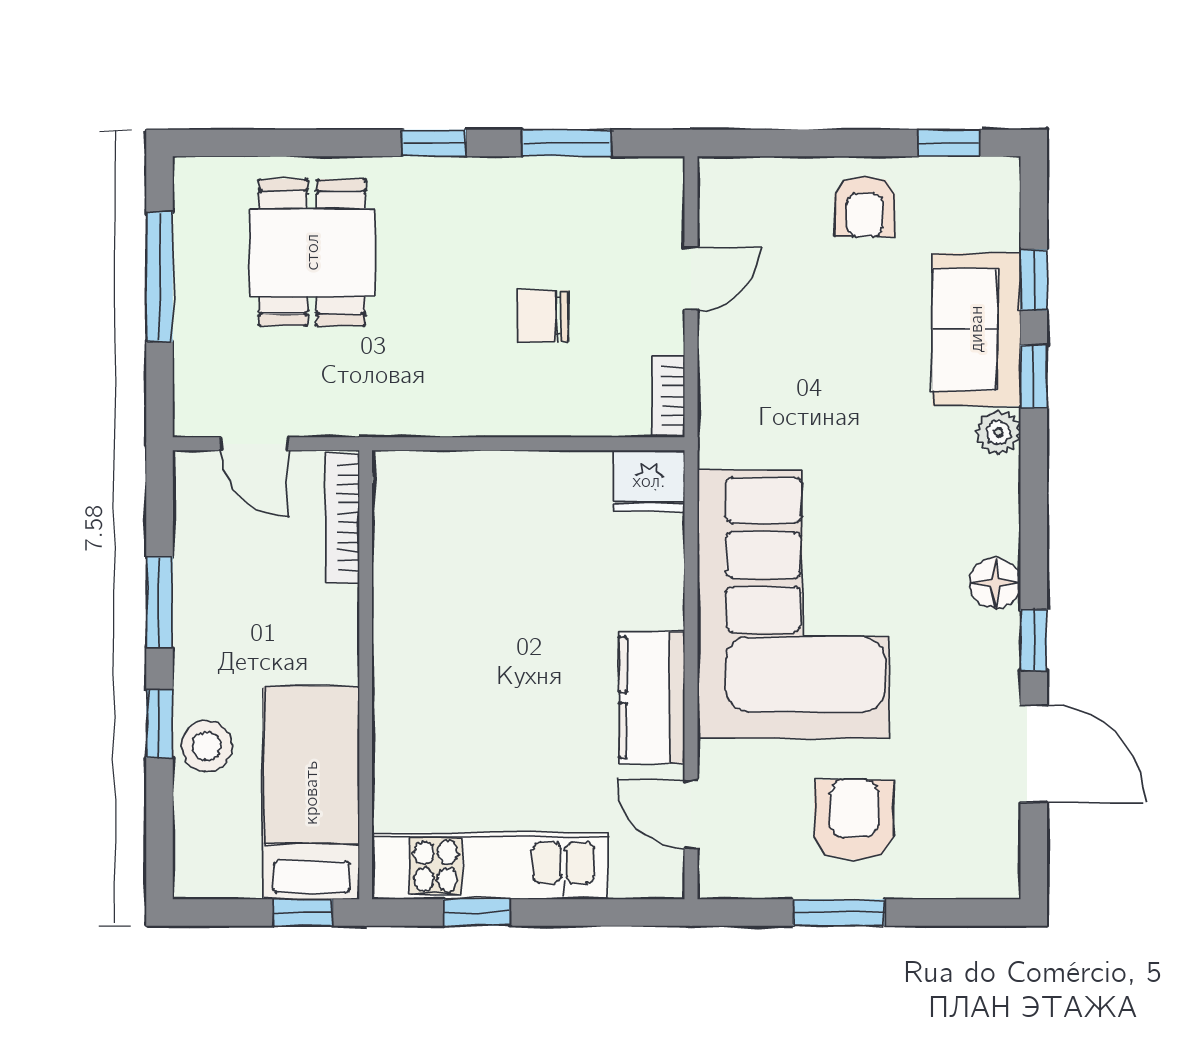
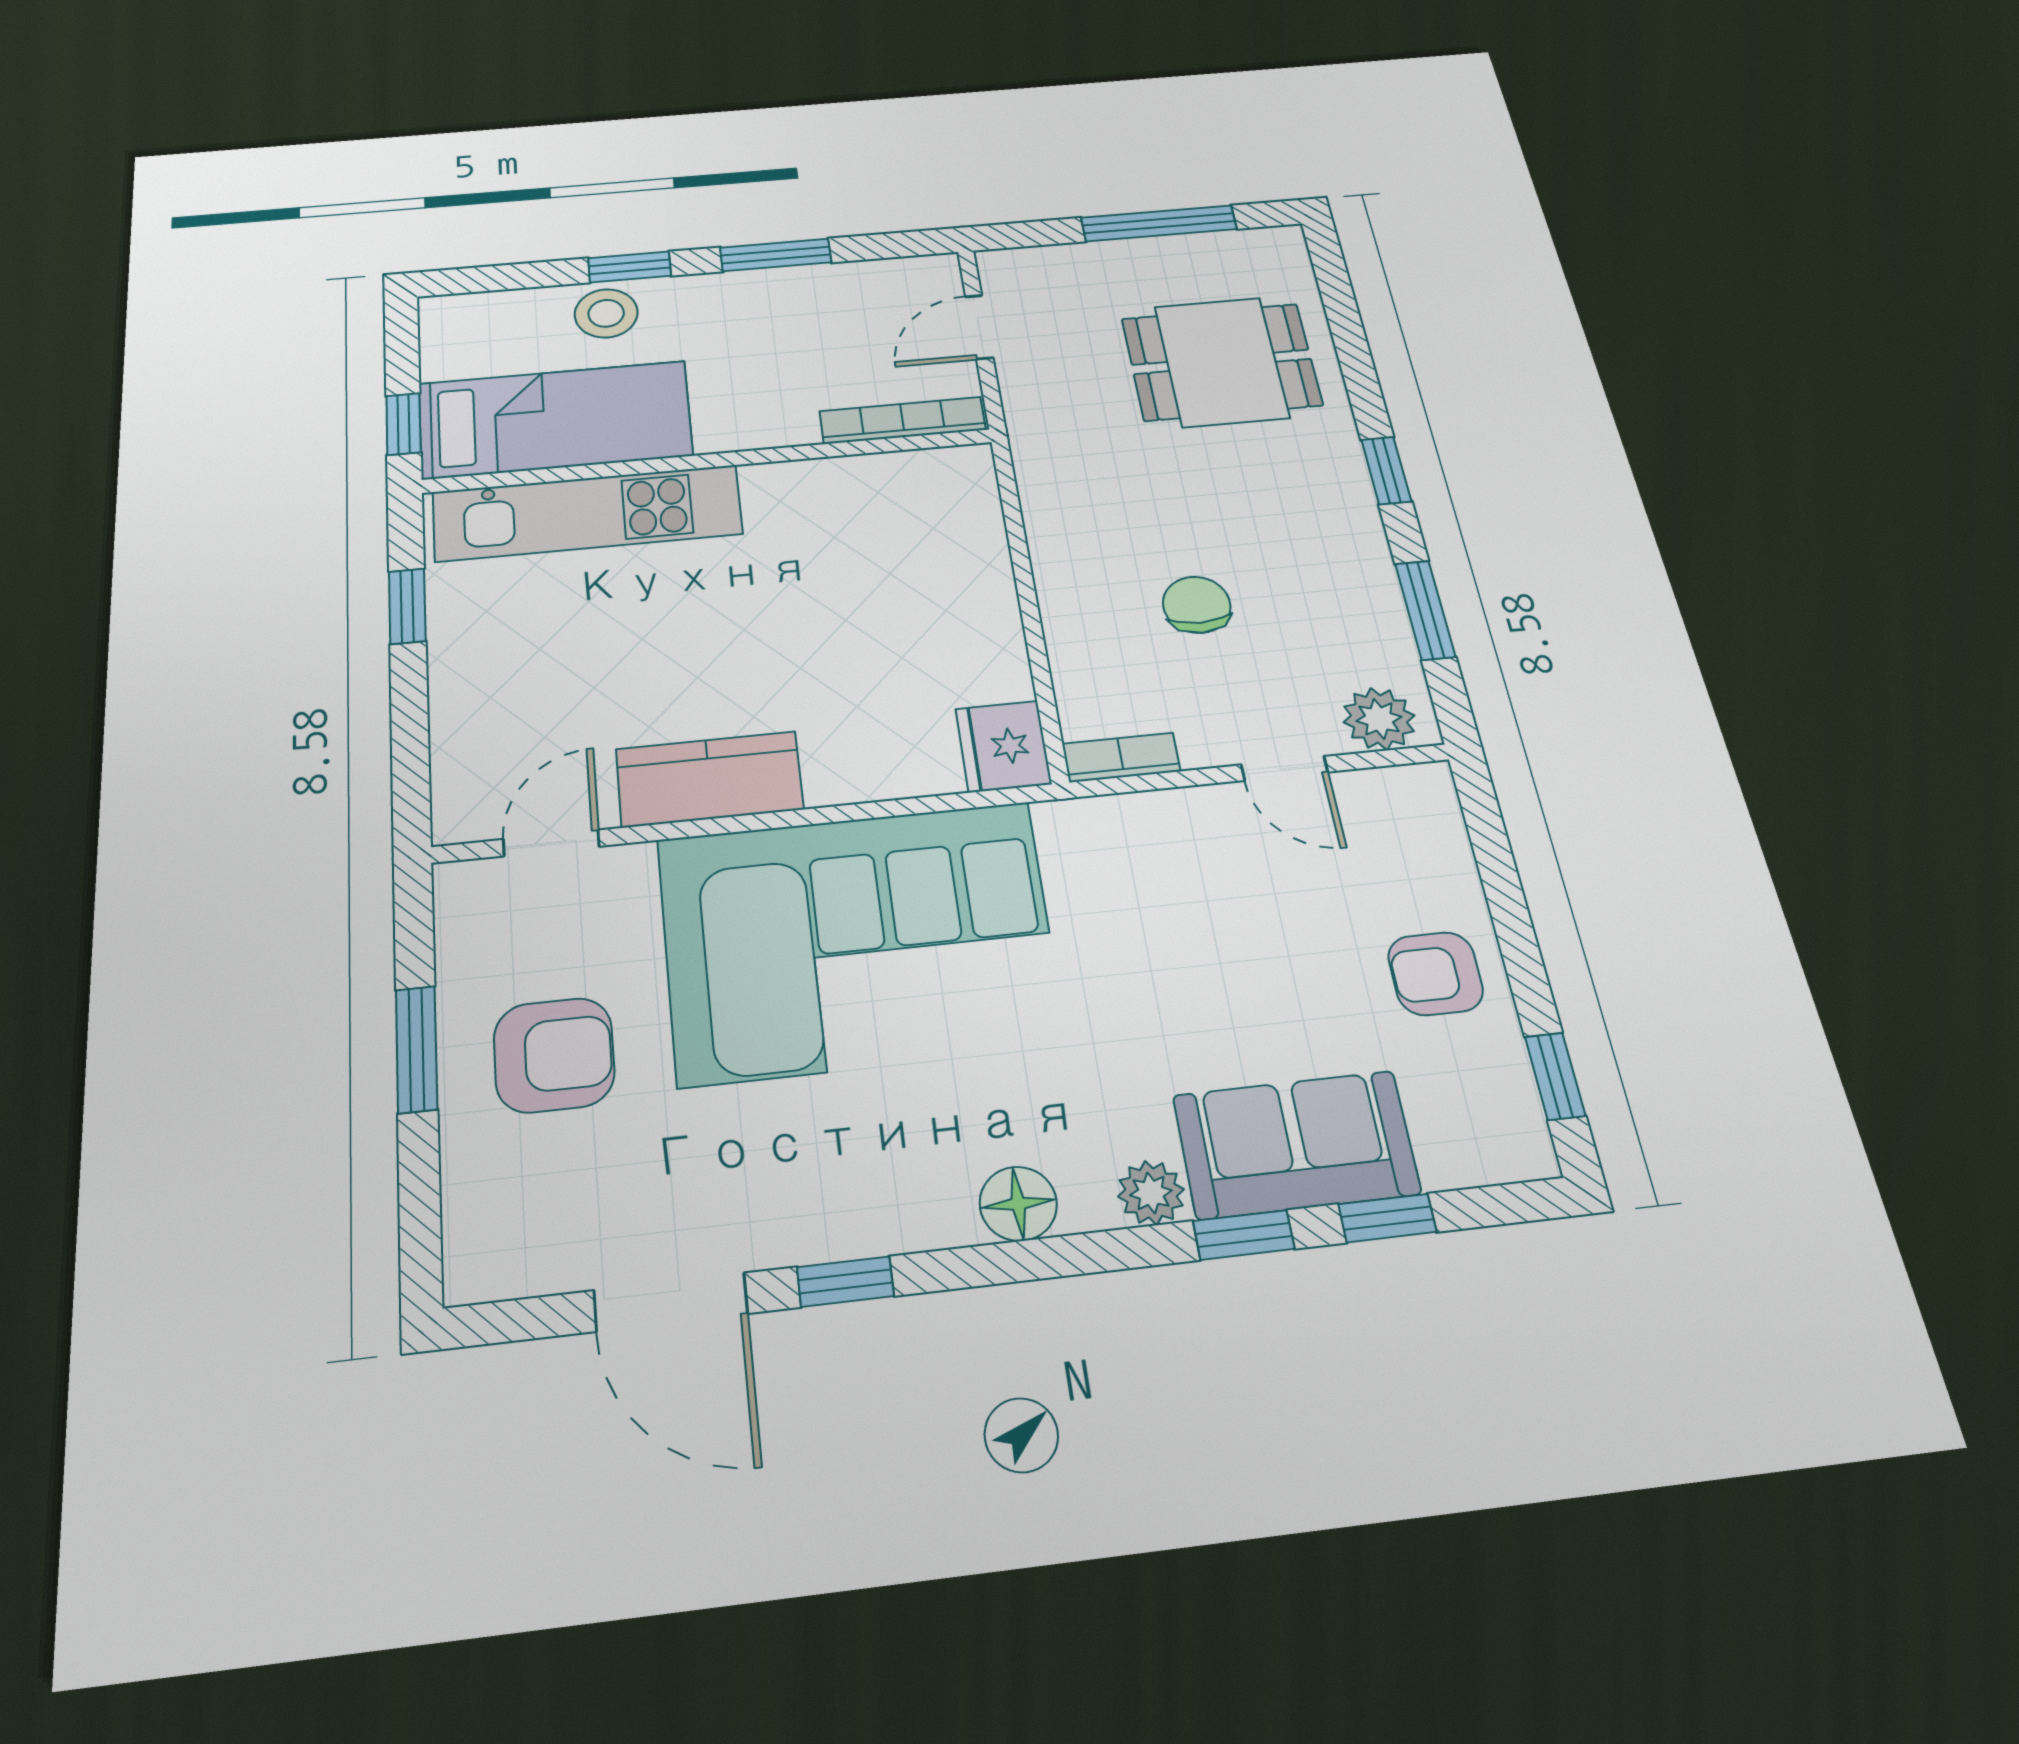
plant: (658, 200) -> (1379, 719), added
floor lamp: (995, 583) -> (1018, 1204), moved
door: (1034, 754) -> (671, 1302), hinge flipped
kitchen unit: (490, 866) -> (587, 513), moved, turned 90

